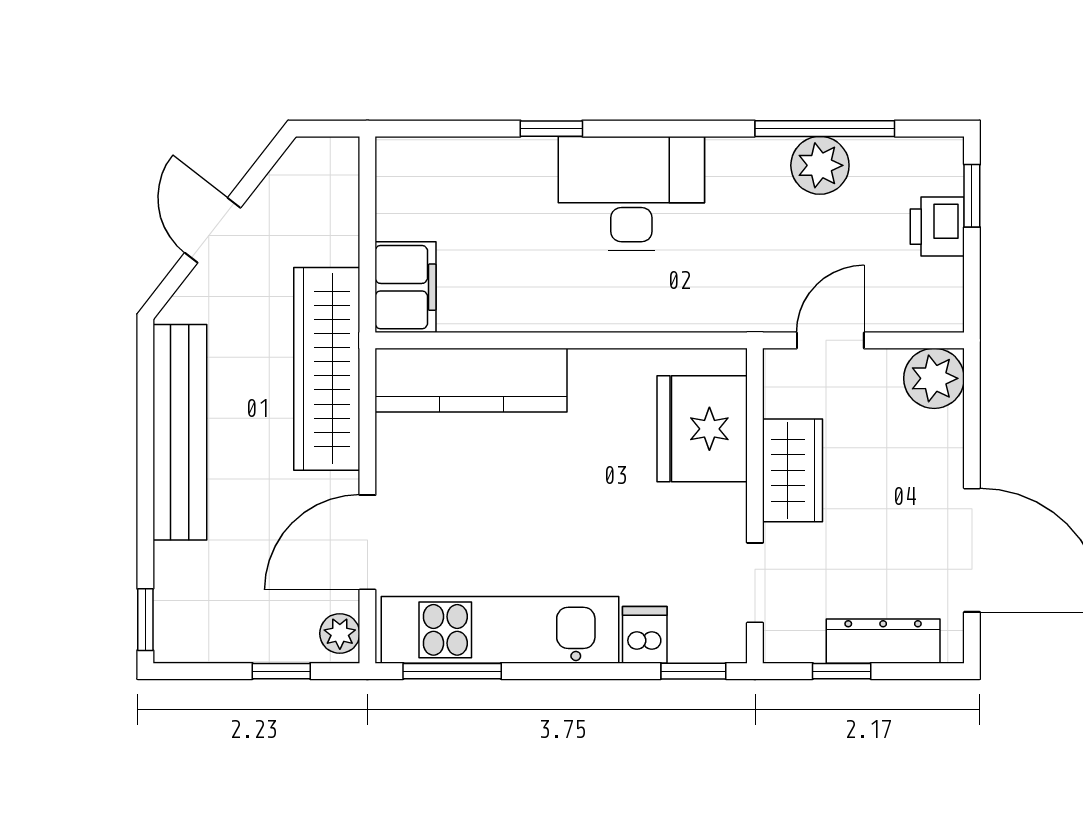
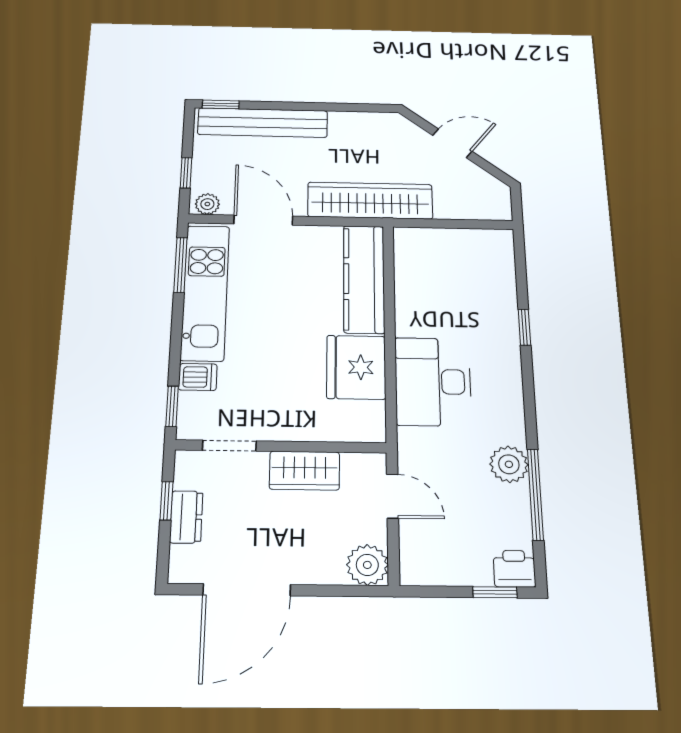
plant: (820, 165) -> (509, 464), moved
desk: (631, 194) -> (433, 382), moved, turned 180
printer: (937, 227) -> (514, 569), moved
filing cabinet: (406, 287) -> (421, 244), removed
fridge: (702, 429) -> (356, 367), moved, turned -90
bench: (180, 432) -> (263, 123), moved
dresser: (883, 641) -> (186, 517), width x0.70

